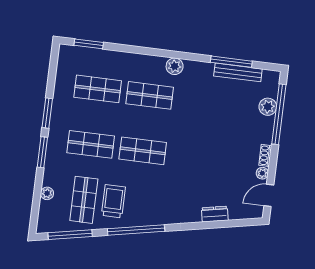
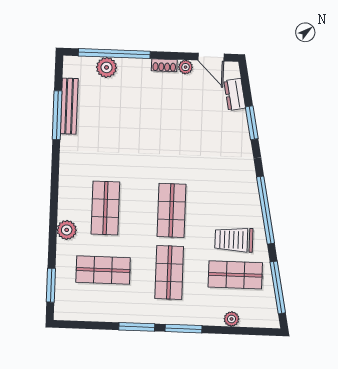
plant: (175, 66) -> (67, 230), moved
shop shelf: (98, 89) -> (103, 270), turned 90
dresser: (215, 214) -> (235, 94), moved
window: (211, 225) -> (252, 123), added

